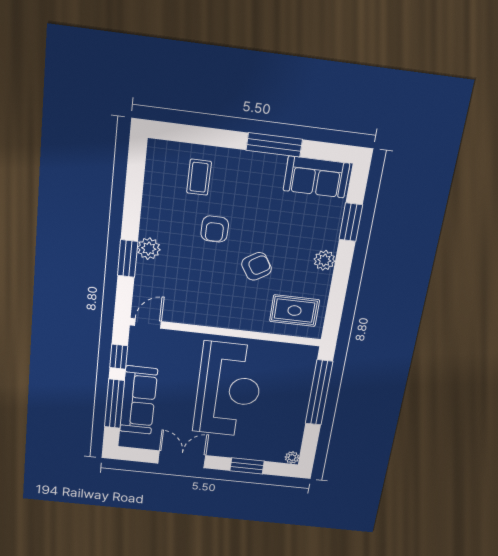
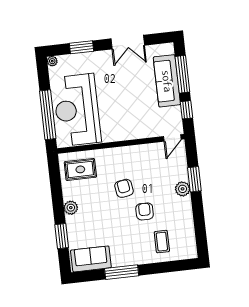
armchair: (256, 266) -> (124, 188), moved, turned 113
reception desk: (228, 390) -> (77, 110), moved

